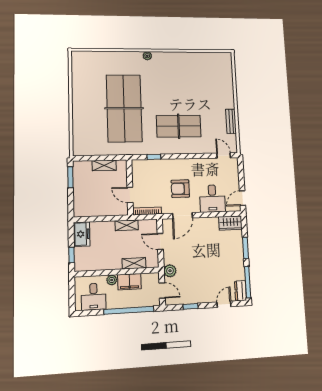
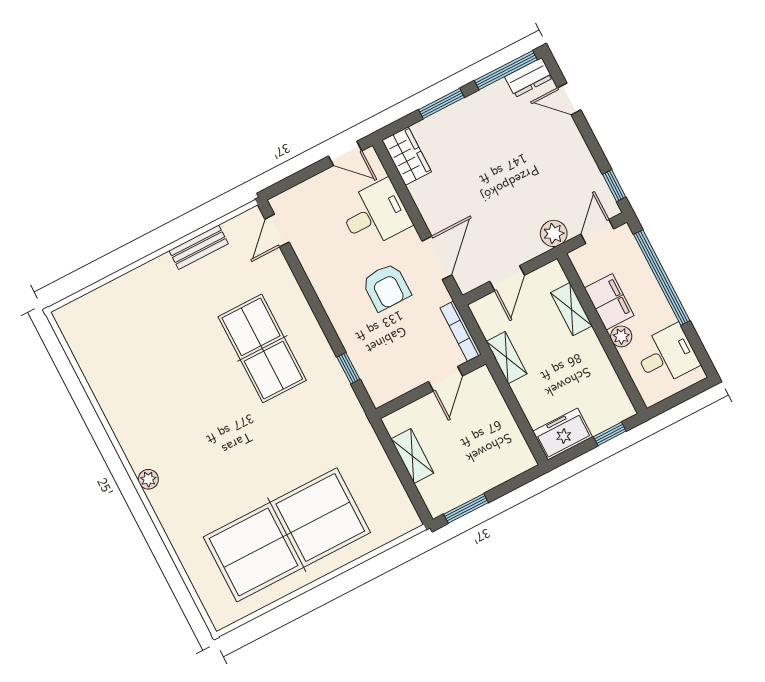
table tennis table: (124, 108) -> (287, 535), moved
door: (183, 216) -> (437, 258), hinge flipped
window: (191, 306) -> (614, 186), moved

